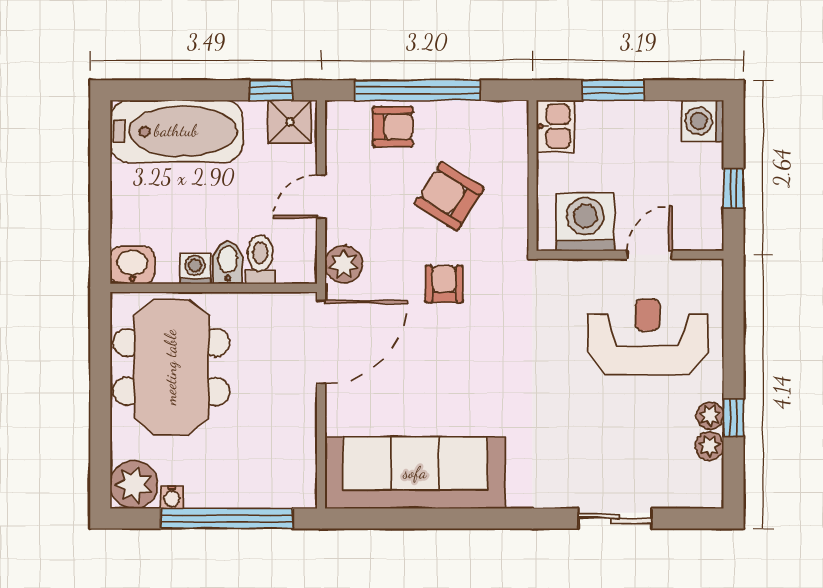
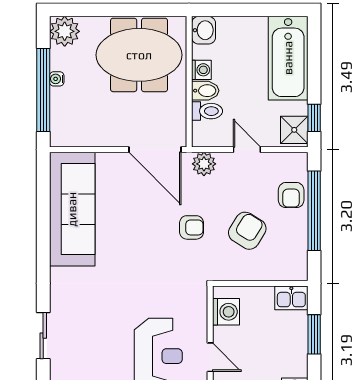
washing machine: (585, 222) -> (226, 312), width x0.73, depth x0.73
water cooler: (172, 497) -> (57, 79), moved

